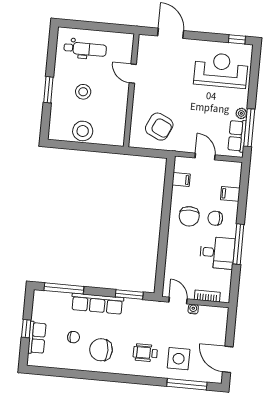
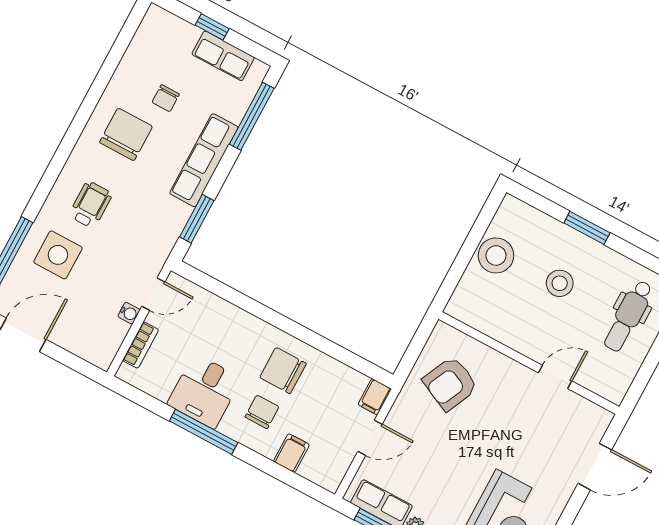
filing cabinet: (181, 179) -> (375, 397), moved
row of seats: (37, 338) -> (223, 56), moved

